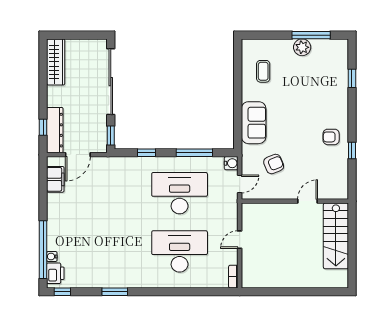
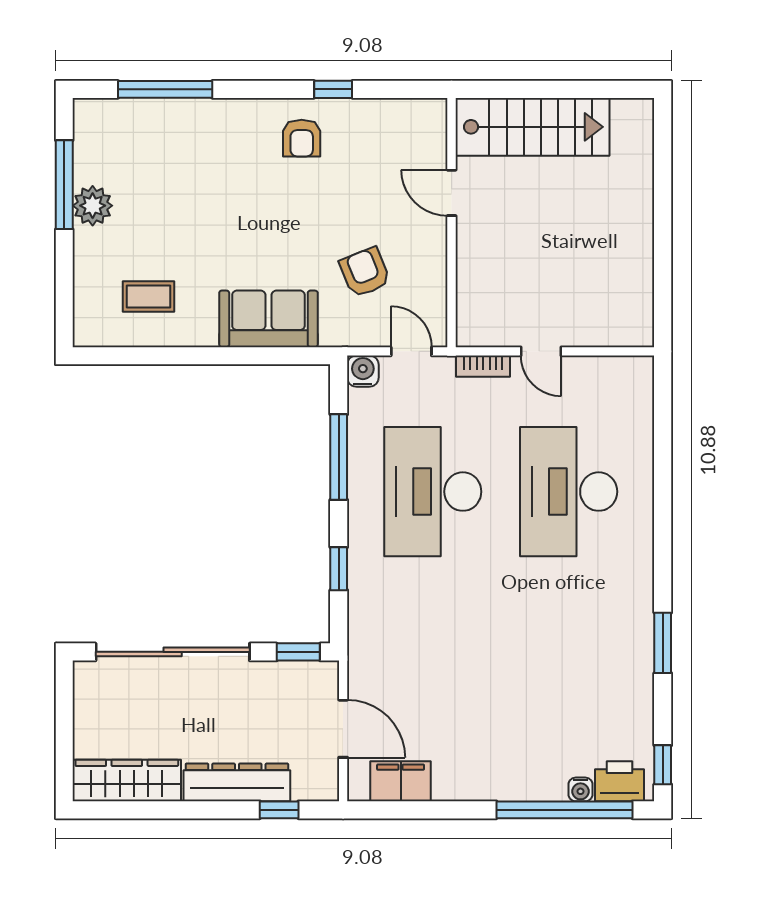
window: (352, 78) -> (165, 89), width x2.17
dresser: (55, 130) -> (237, 782), moved
bookcase: (233, 277) -> (483, 366), moved

